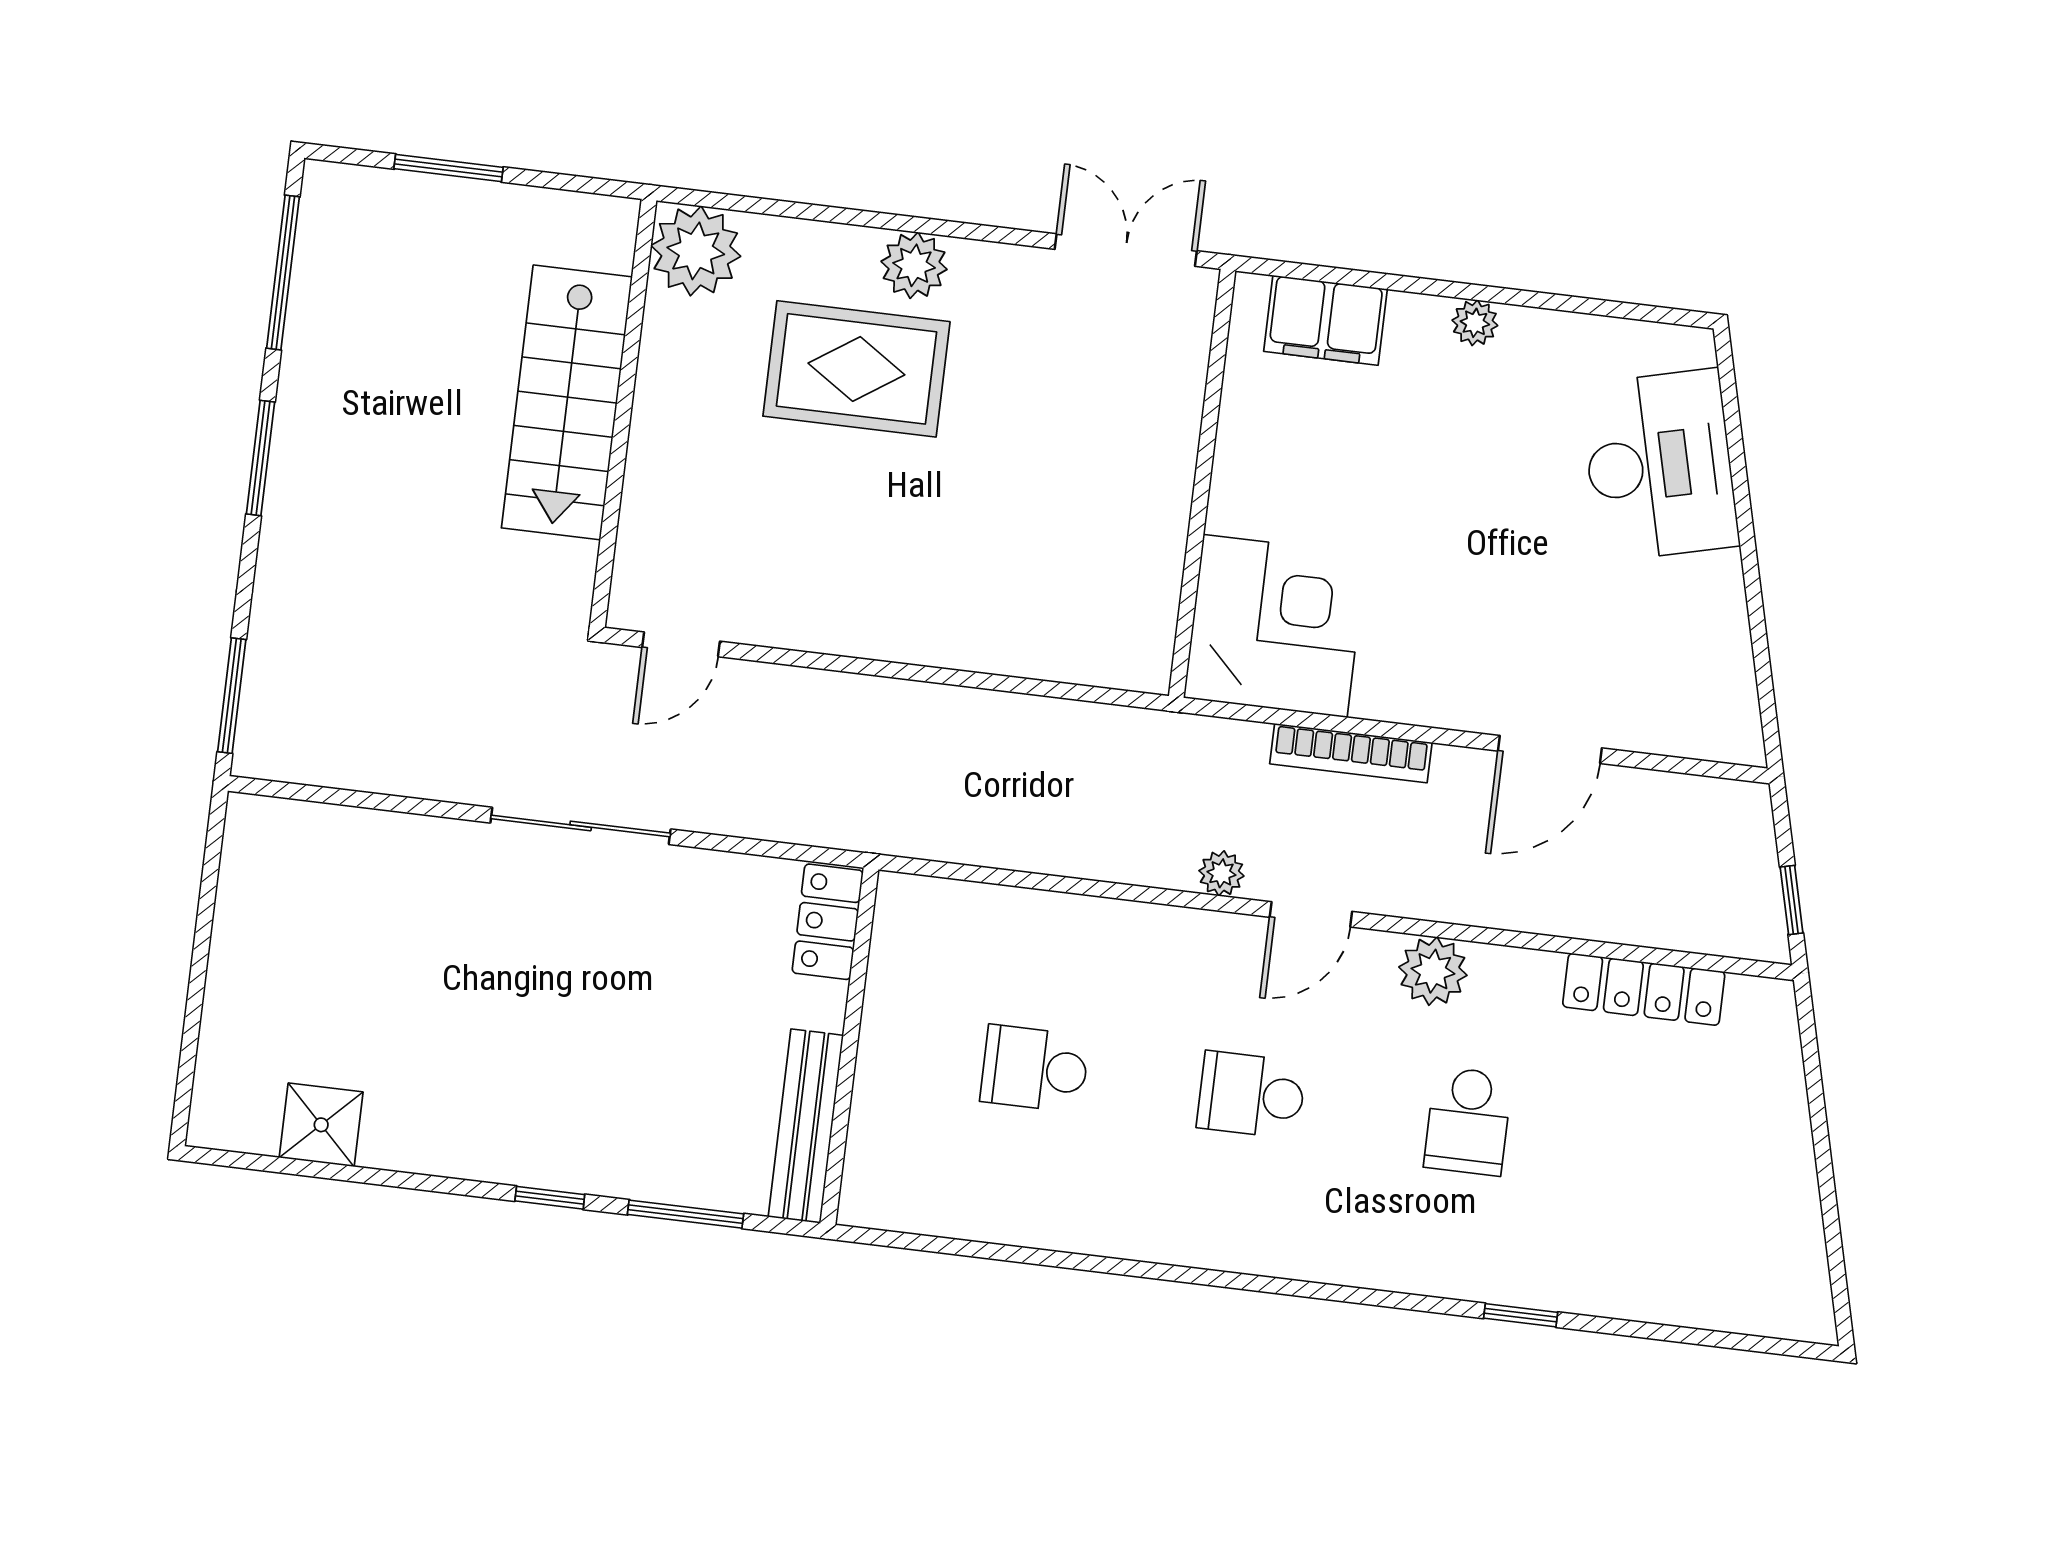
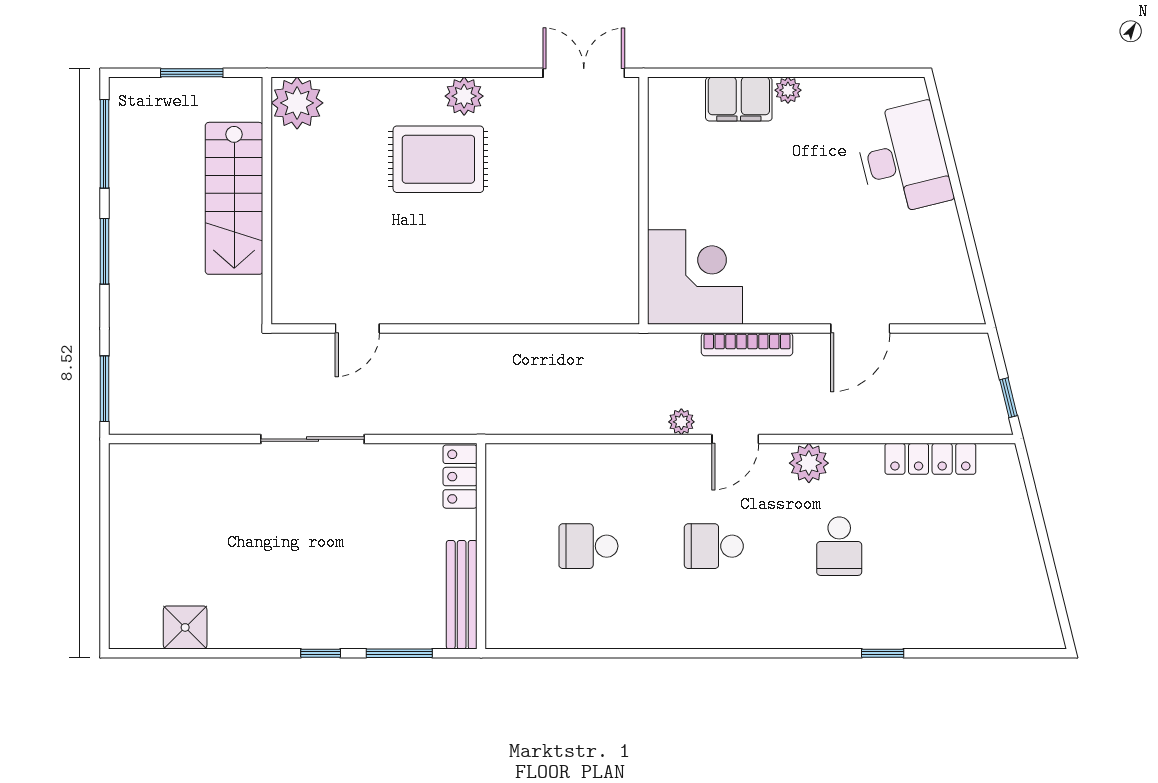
plant: (696, 251) -> (297, 103), moved
filing cabinet: (1326, 320) -> (739, 99), moved
stairs: (567, 402) -> (234, 198), moved
wall: (623, 413) -> (267, 201), moved

